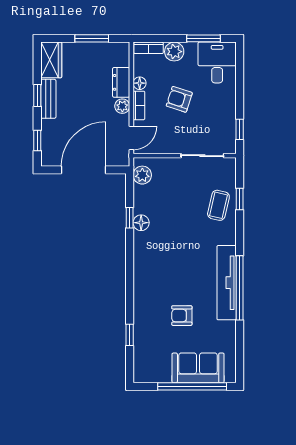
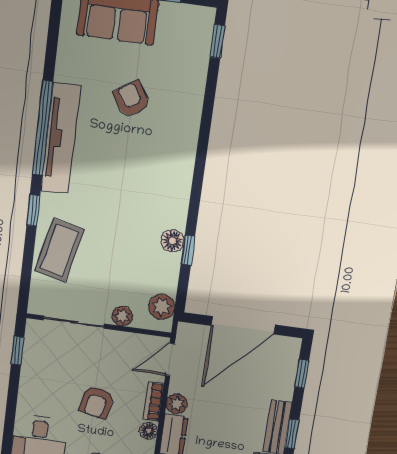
armchair: (179, 99) -> (97, 402), turned 84
plant: (169, 165) -> (122, 316), added
window: (240, 199) -> (33, 210), moved
coffee table: (218, 205) -> (59, 250), width x1.36, depth x1.30
armchair: (182, 316) -> (132, 99), turned -124
window: (130, 335) -> (217, 41), moved

